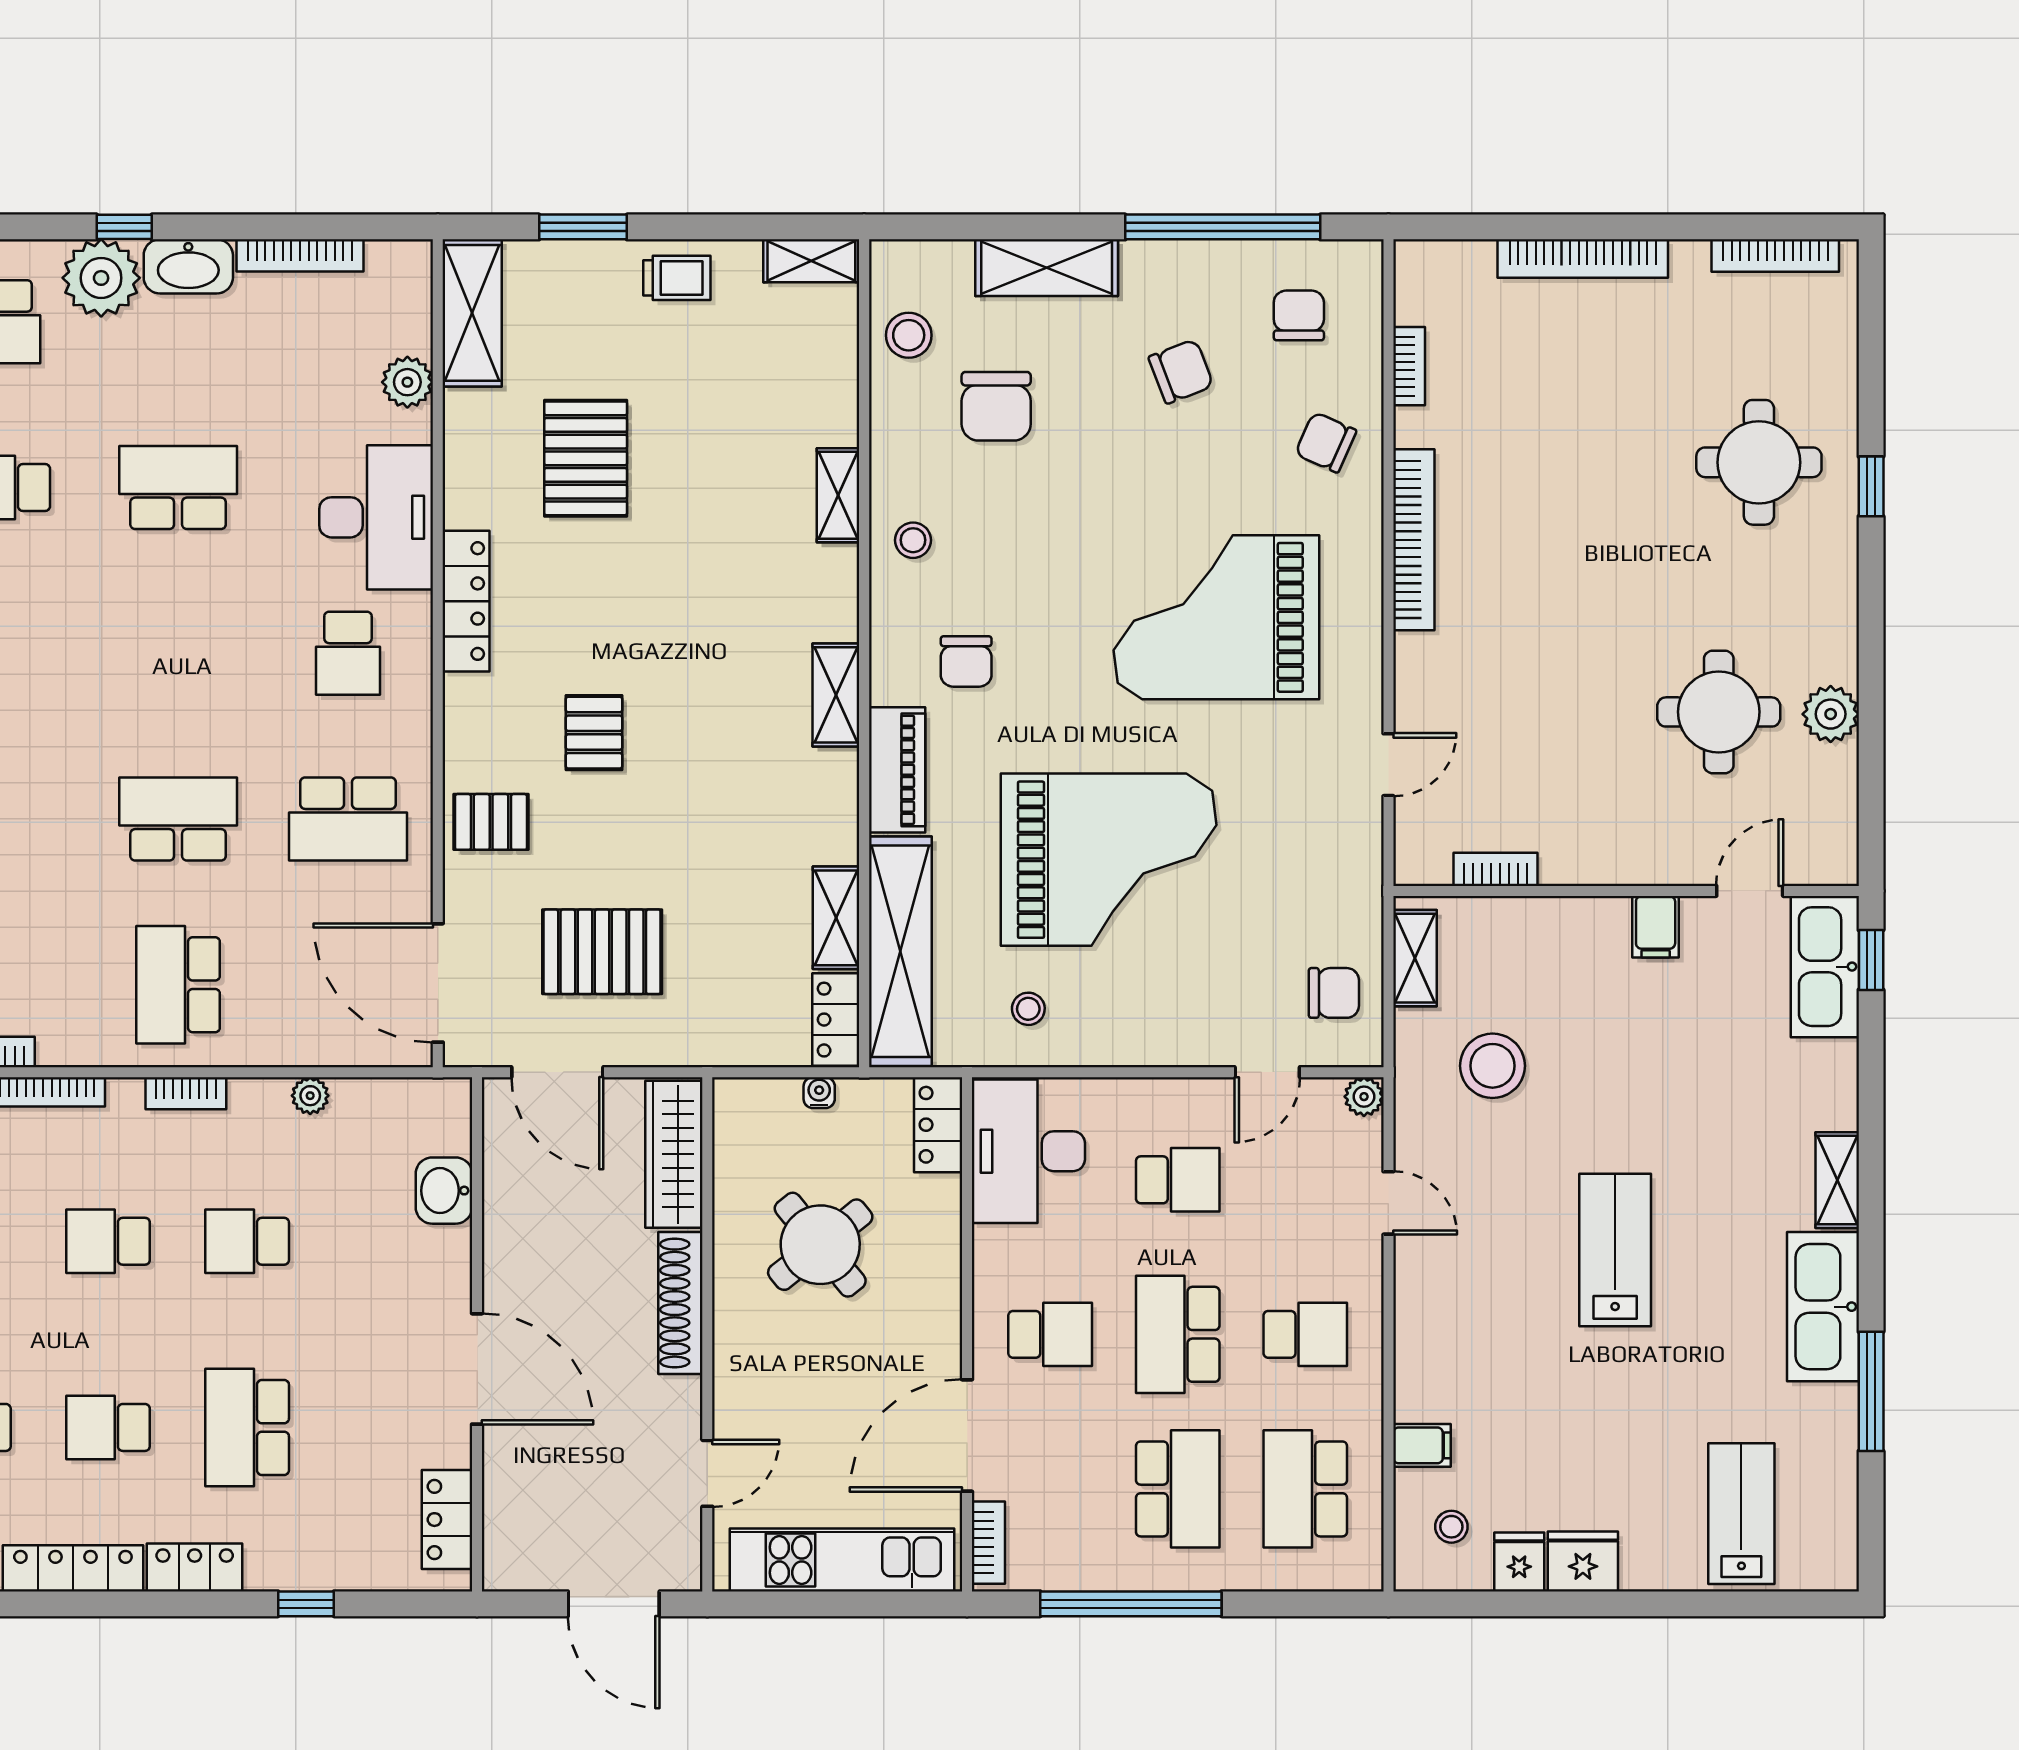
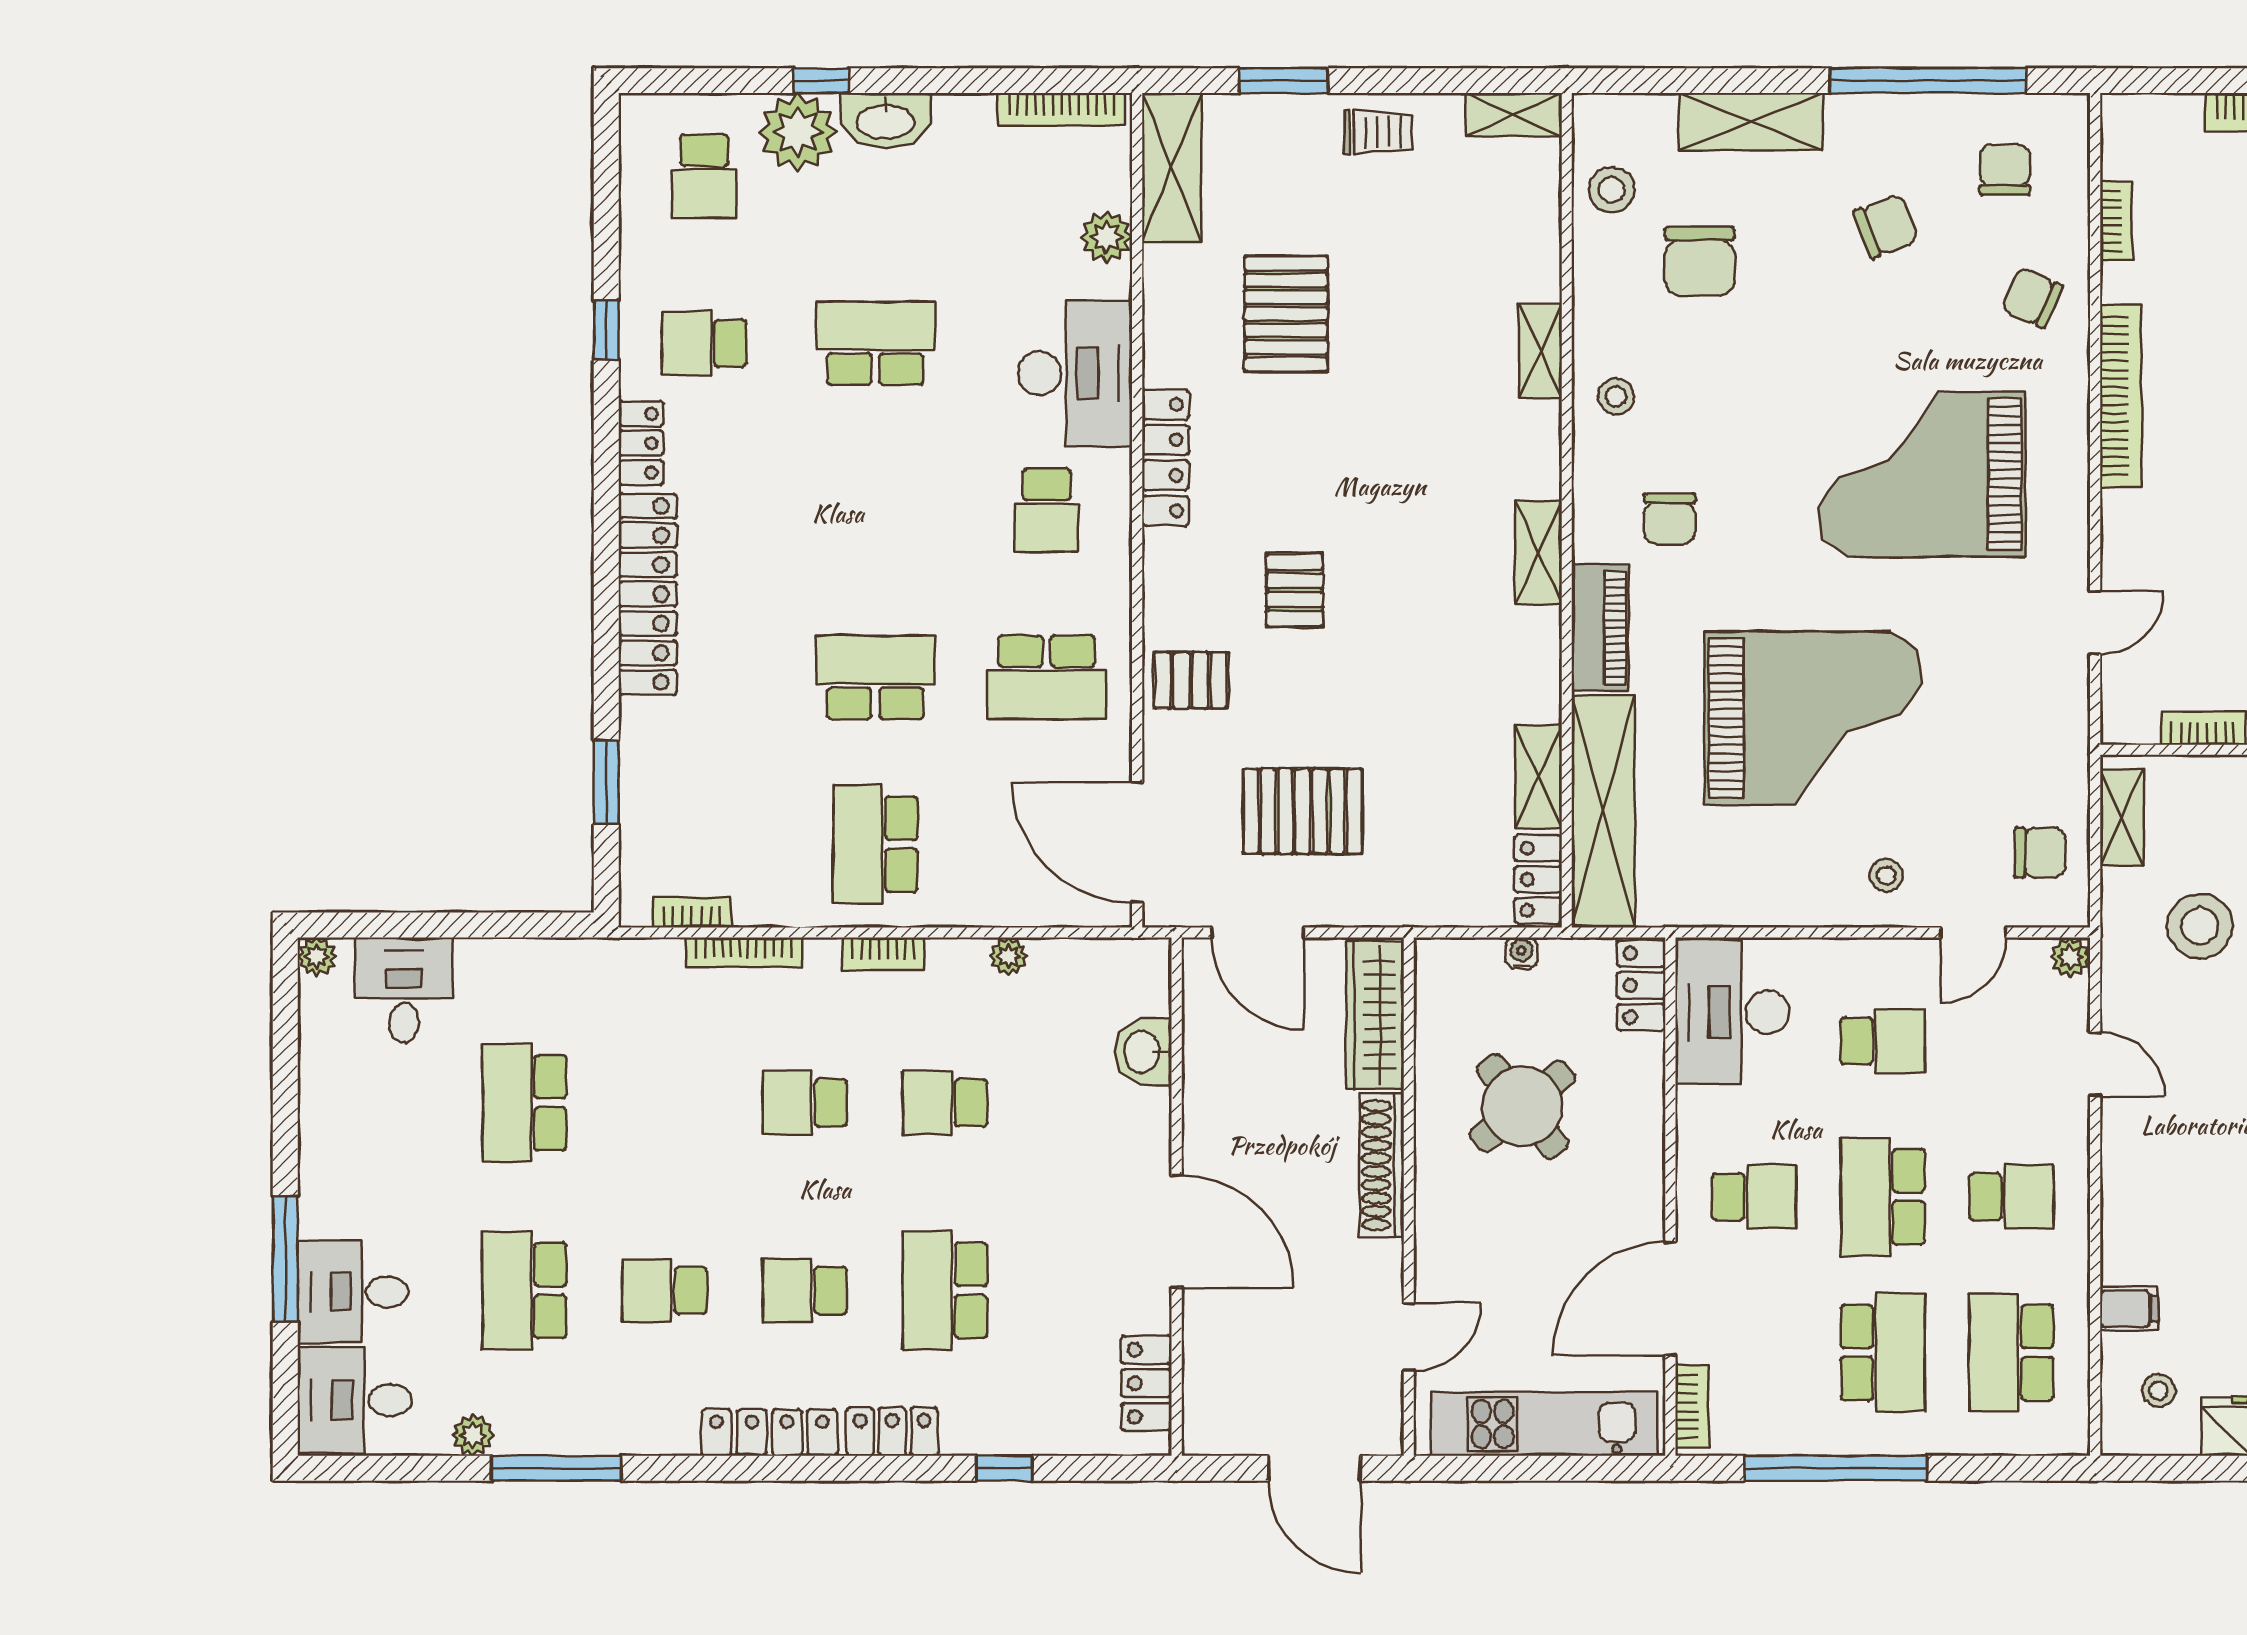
bookcase: (300, 255) -> (1061, 109), moved
stool: (1028, 1009) -> (1886, 875), moved

